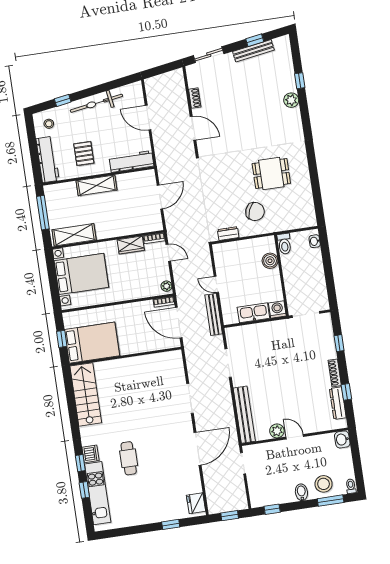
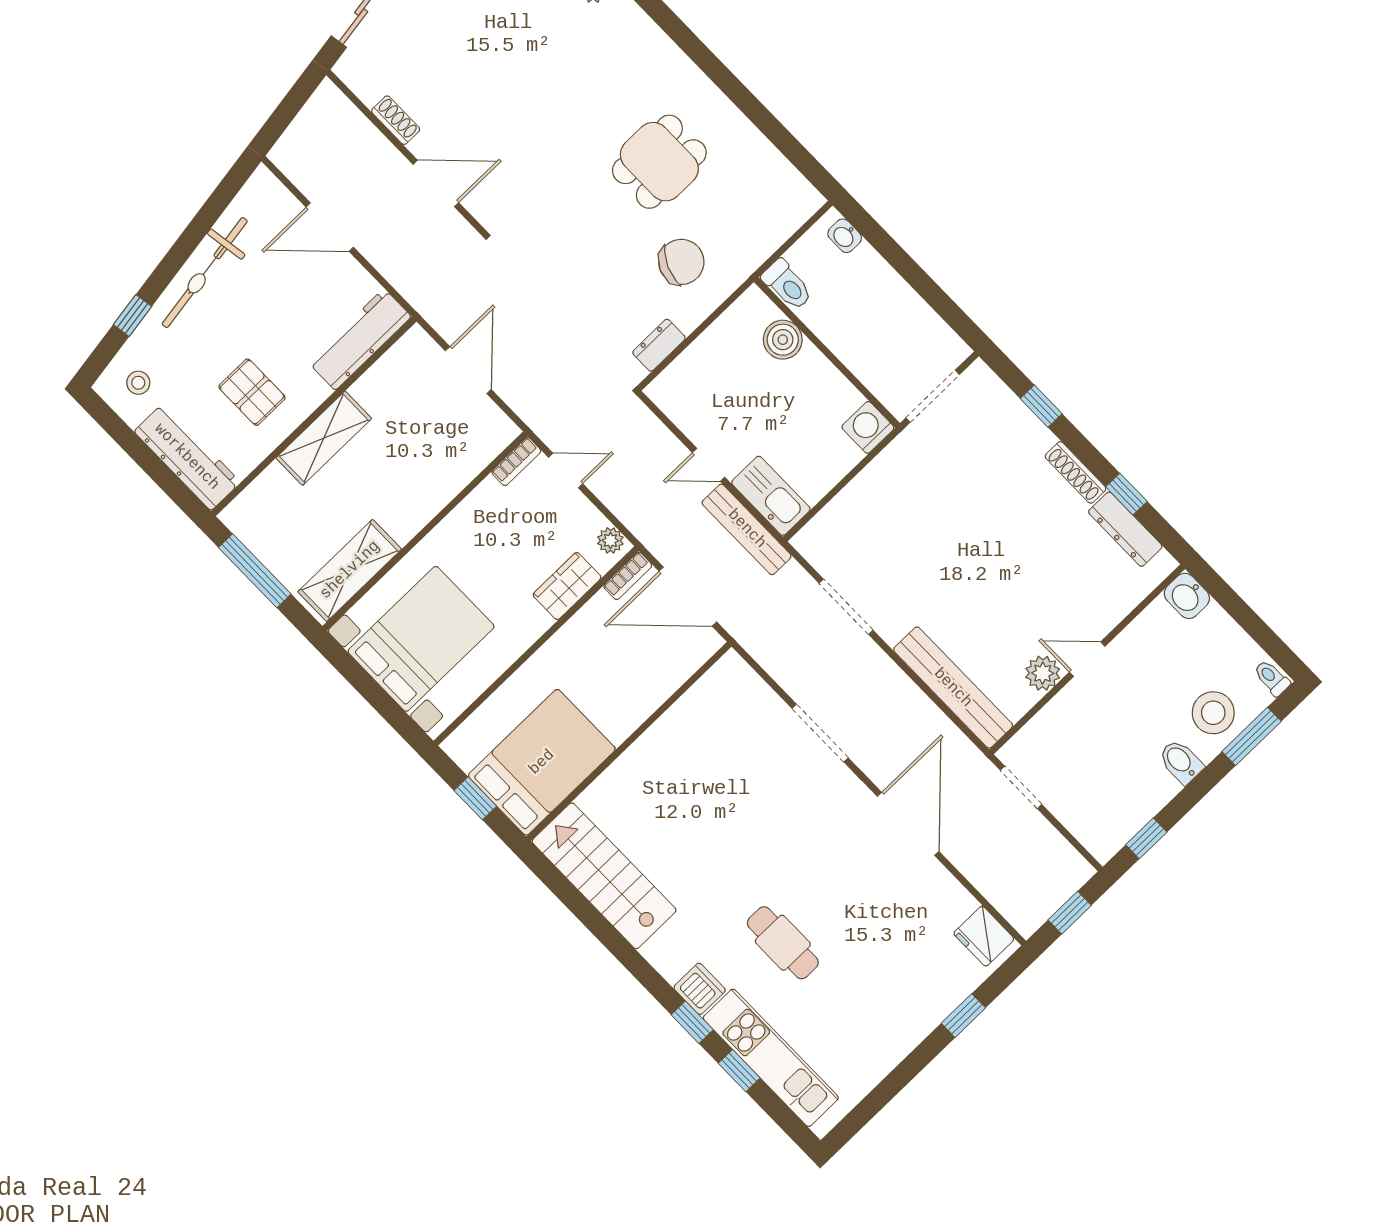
wardrobe: (131, 245) -> (567, 586), moved, turned 180
kitchen sink: (253, 313) -> (771, 496), moved, turned 90

